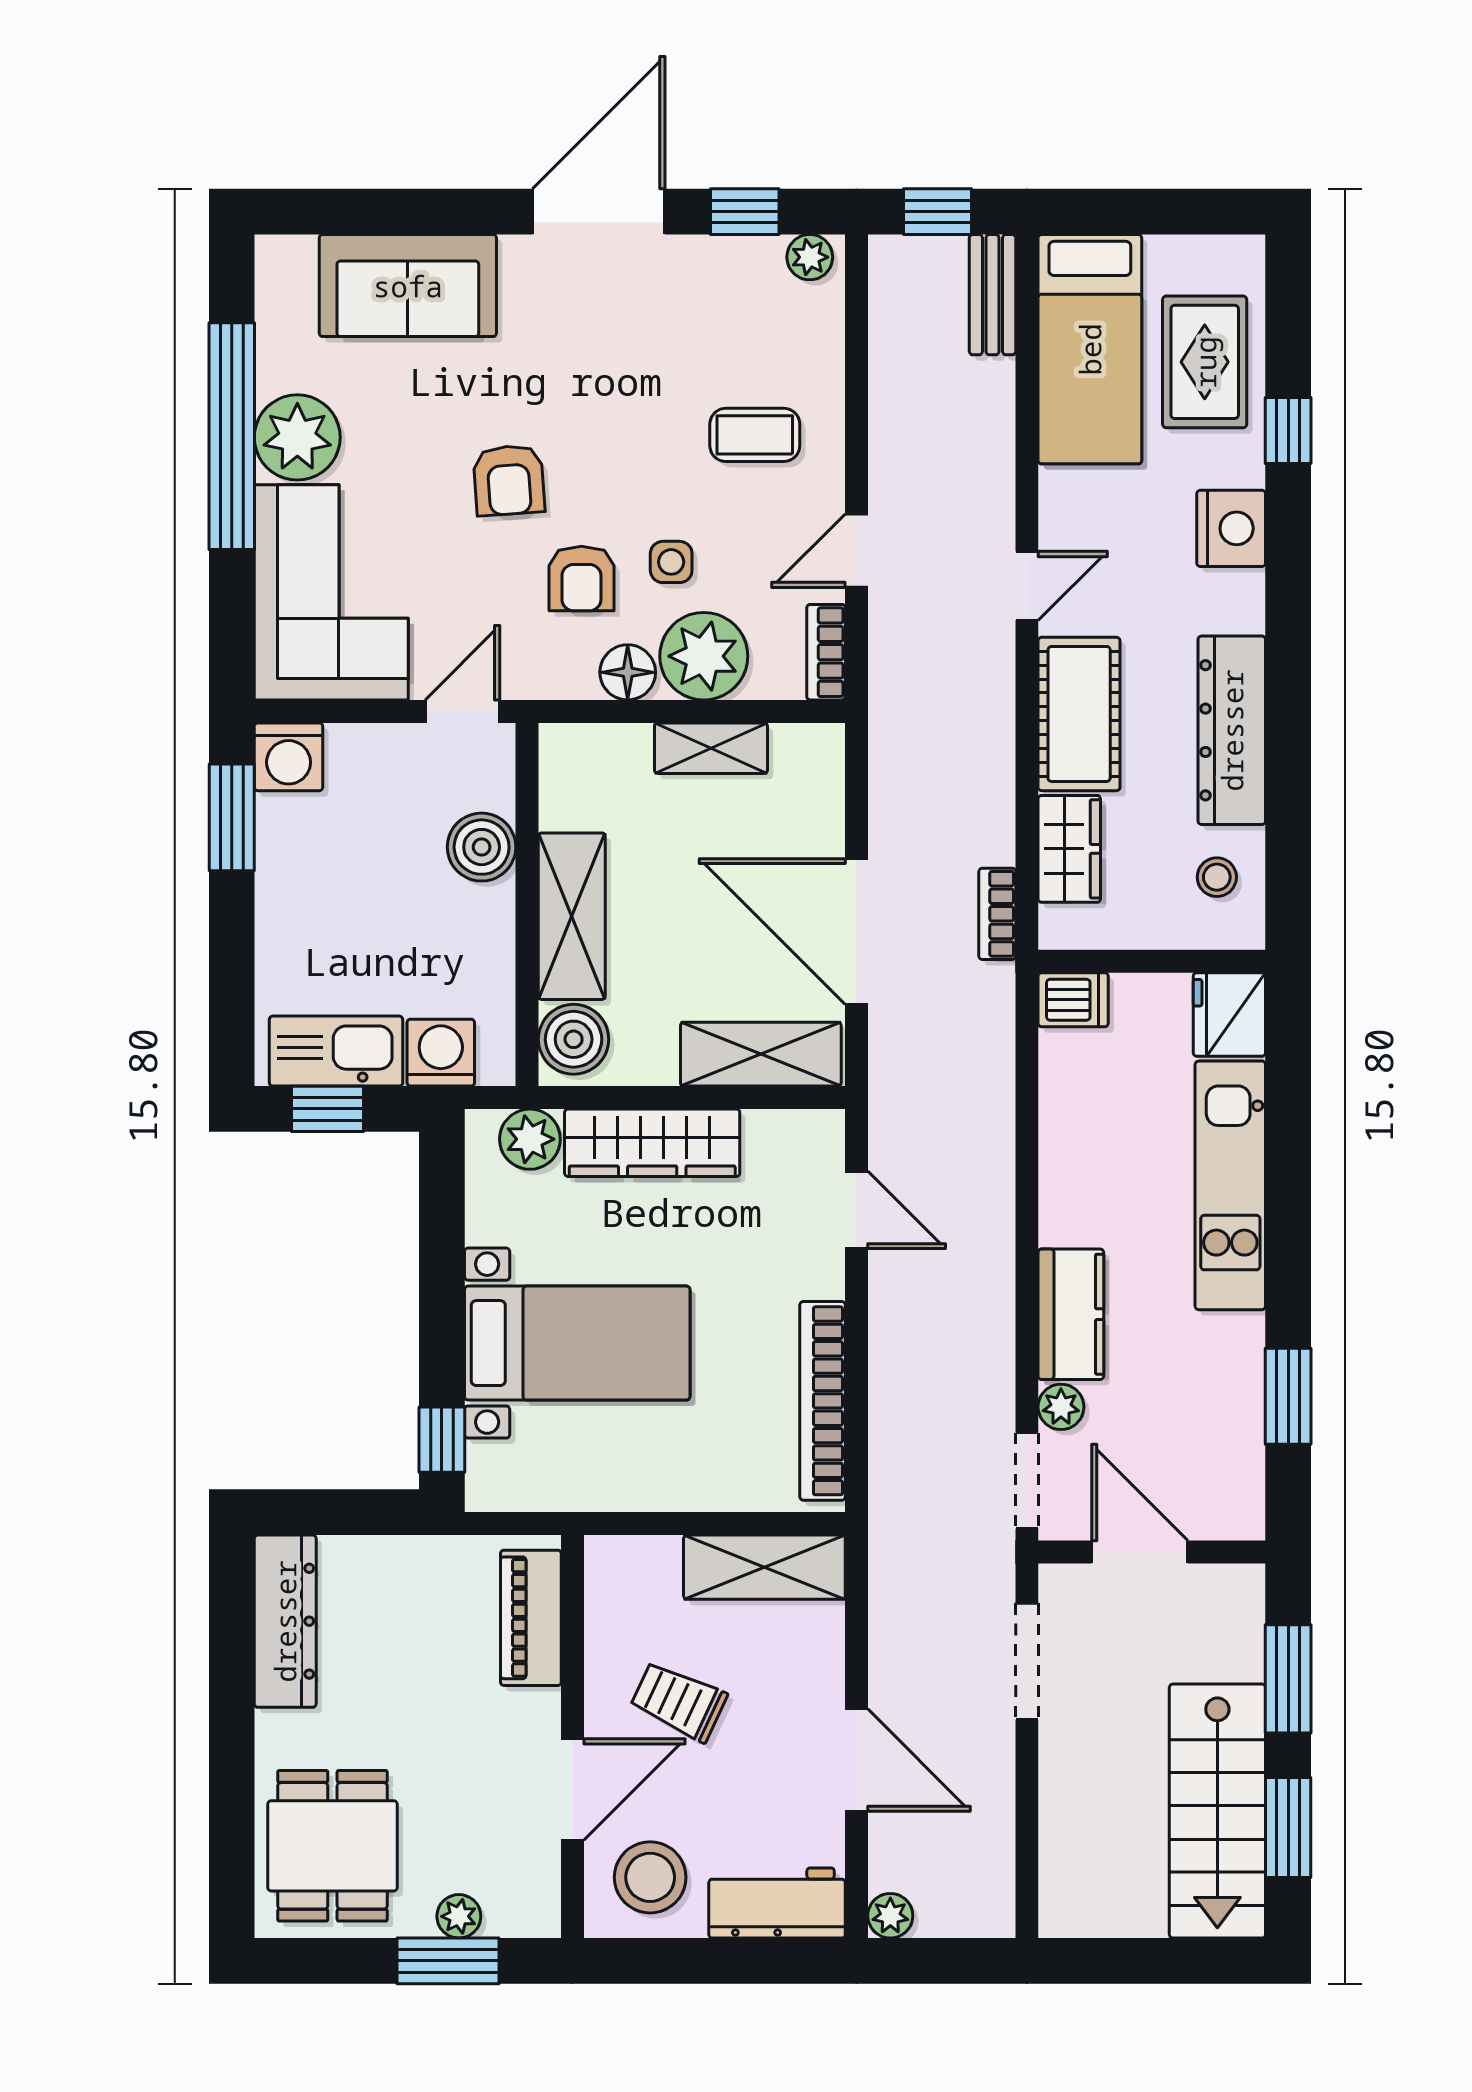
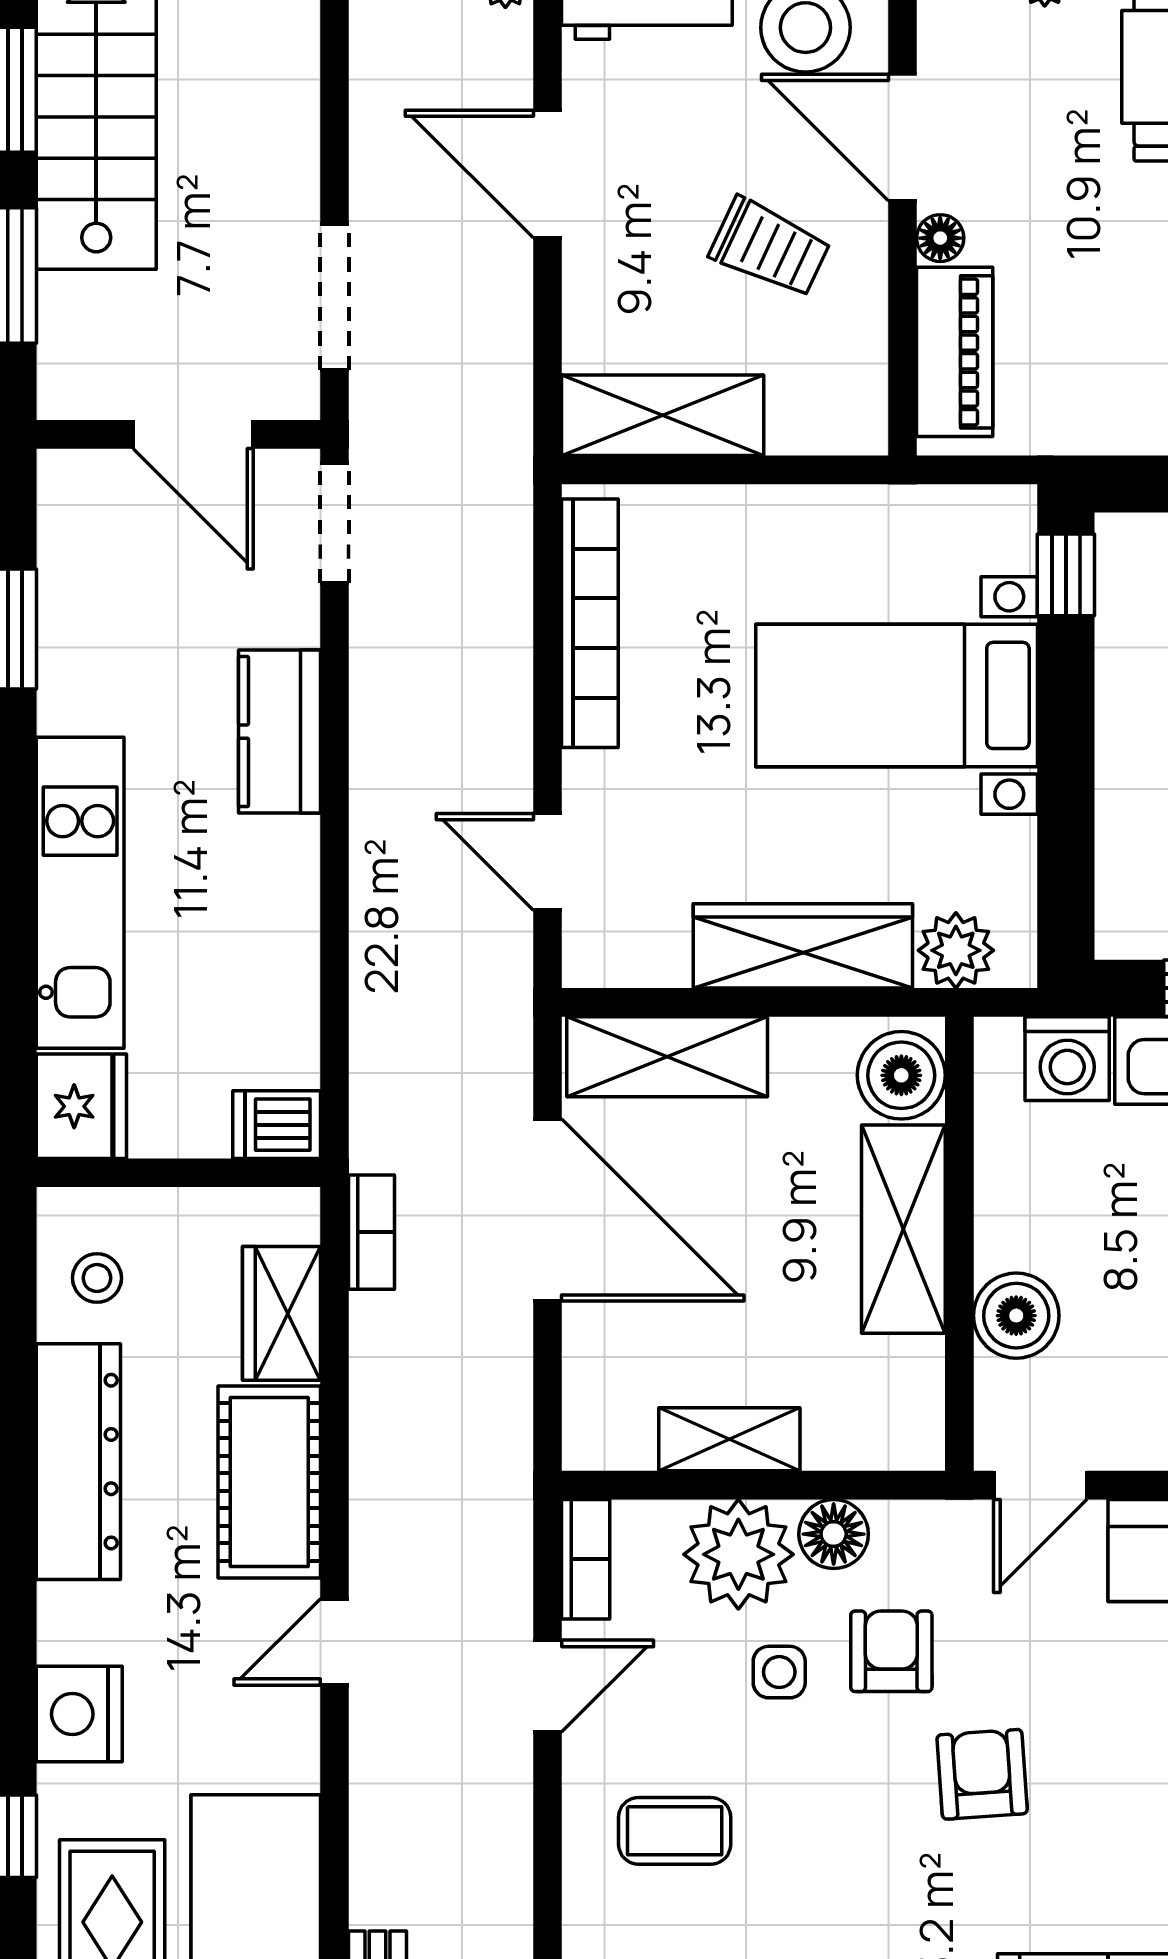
plant: (1061, 1407) -> (292, 616), removed
floor lamp: (542, 1709) -> (940, 238), added
door: (573, 1789) -> (903, 137), hinge flipped

